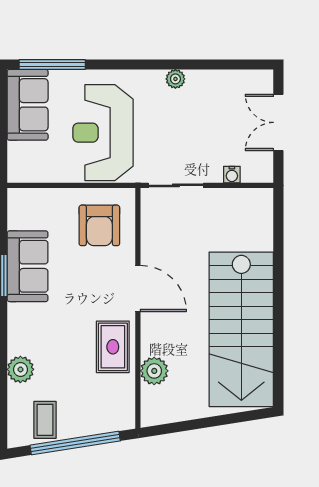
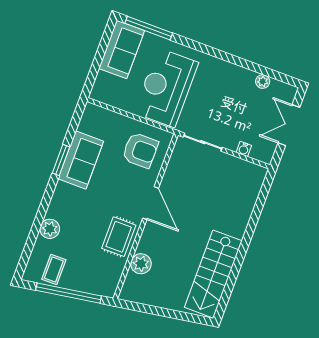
plant: (175, 79) -> (263, 82), moved
armchair: (99, 225) -> (140, 150), turned -90
stairs: (241, 329) -> (213, 274), width x0.73, depth x0.66

